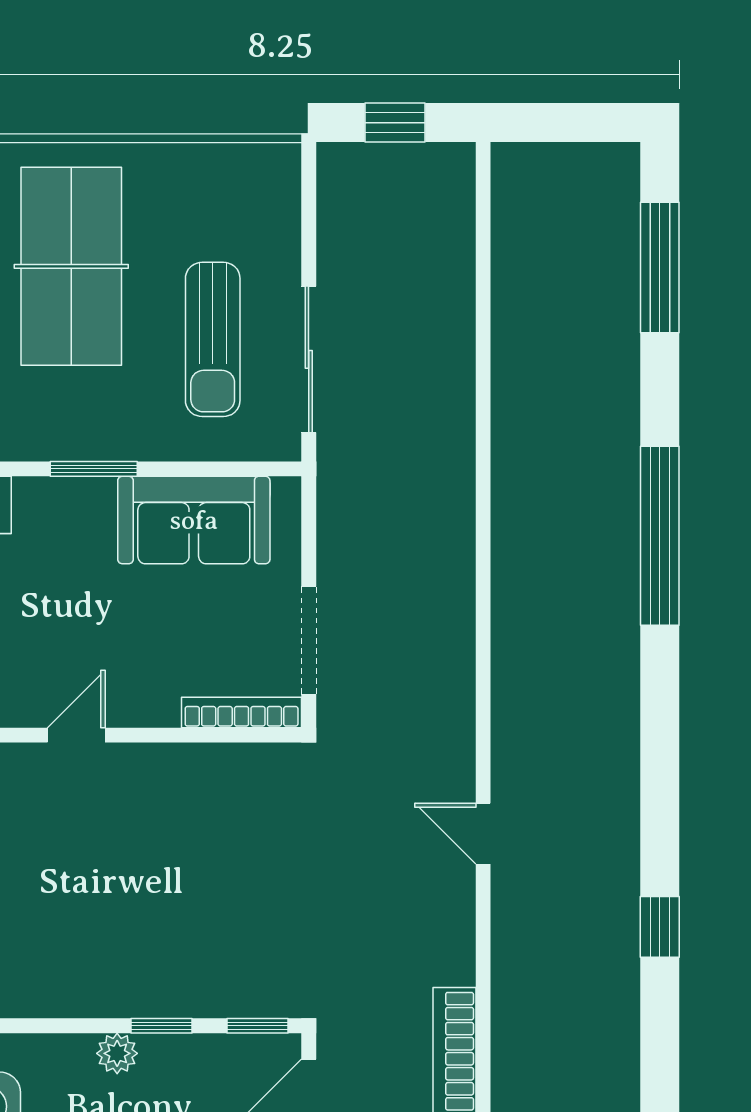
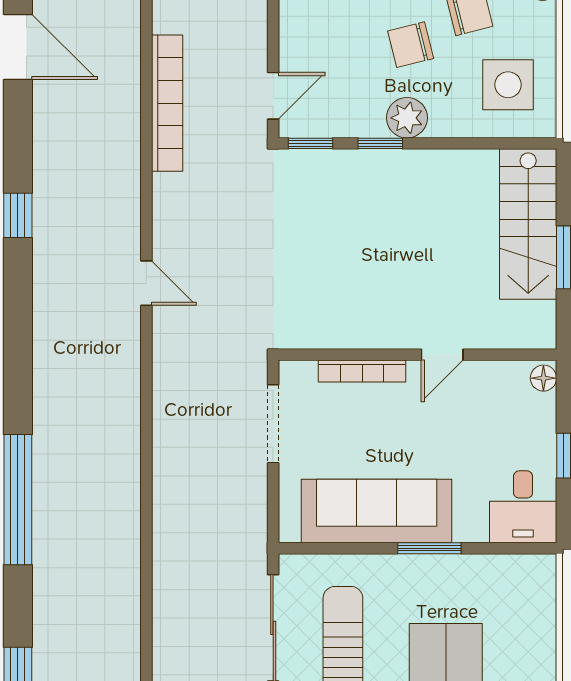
sofa: (194, 520) -> (377, 511), width x1.36
bookcase: (242, 713) -> (362, 371), moved
plant: (117, 1053) -> (407, 118), width x1.38, depth x1.38

